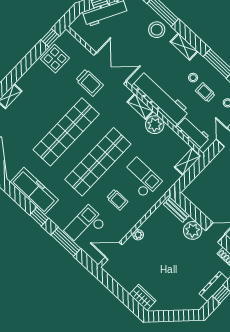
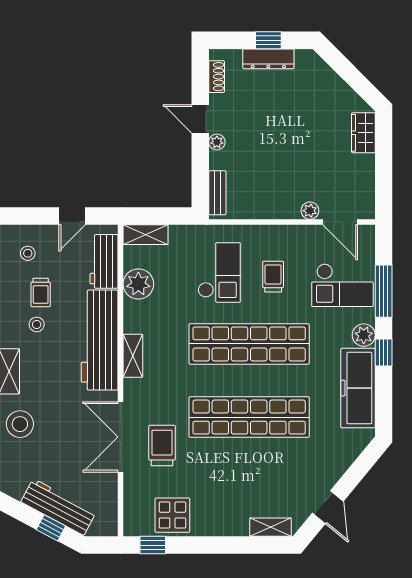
plant: (155, 125) -> (138, 284), moved
checkout: (141, 178) -> (219, 272), turned 180
plant: (55, 215) -> (364, 335), added
plant: (193, 230) -> (217, 142), width x0.53, depth x0.53
plant: (138, 235) -> (310, 211), moved

